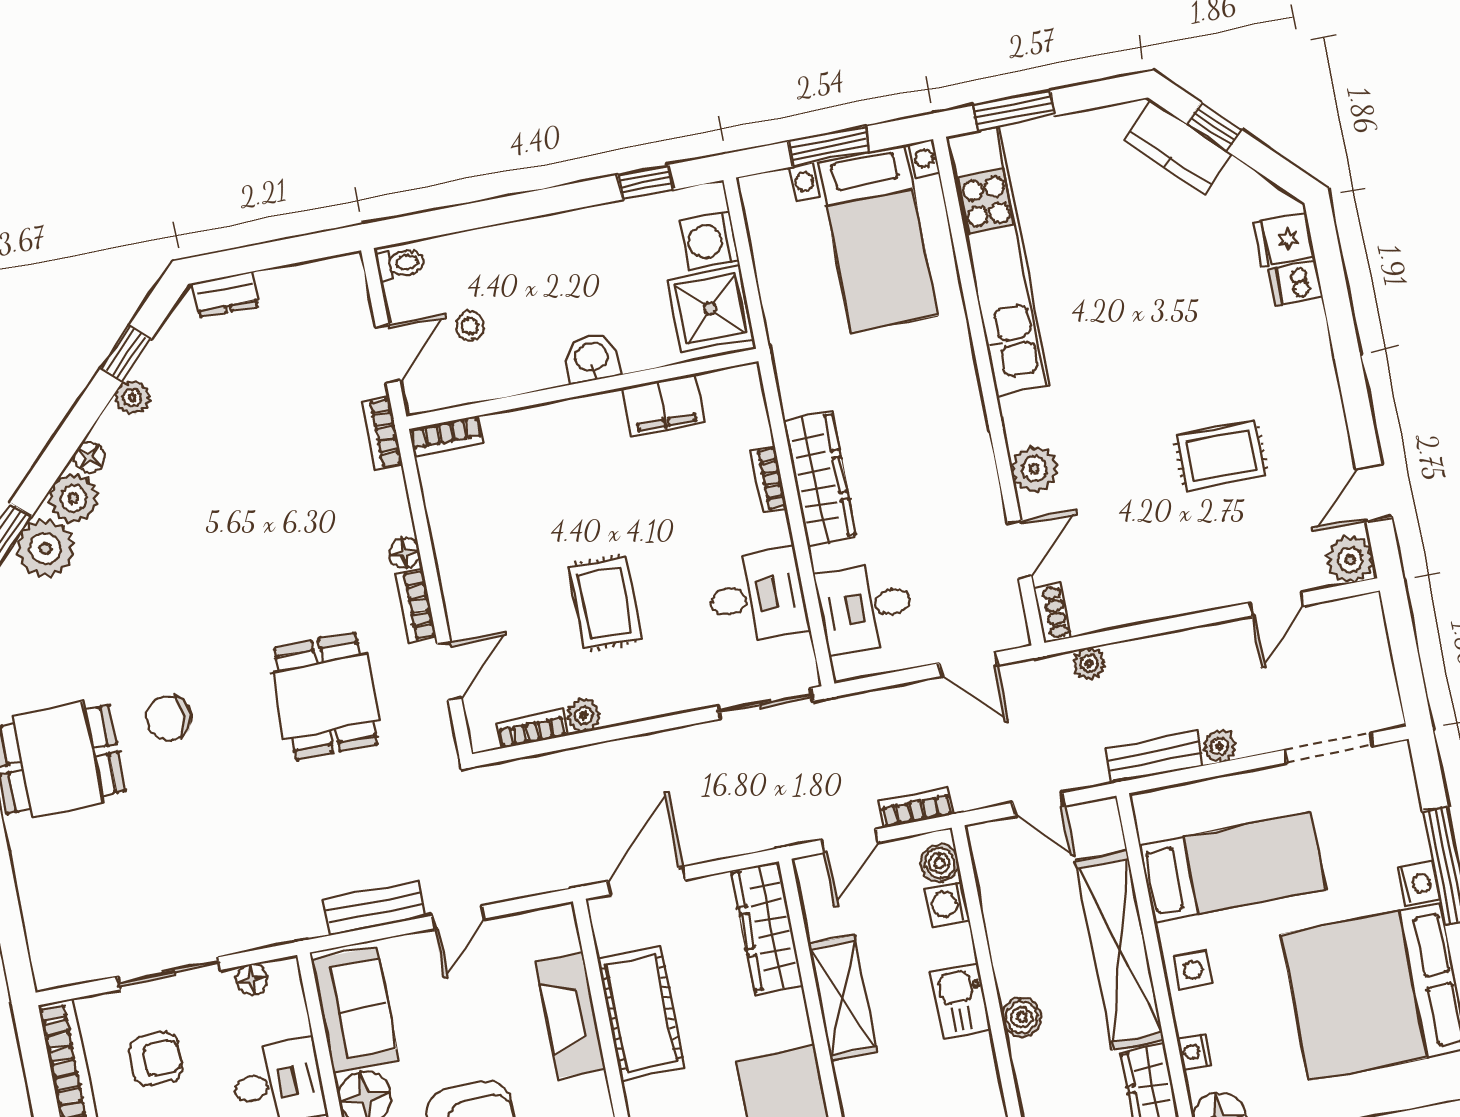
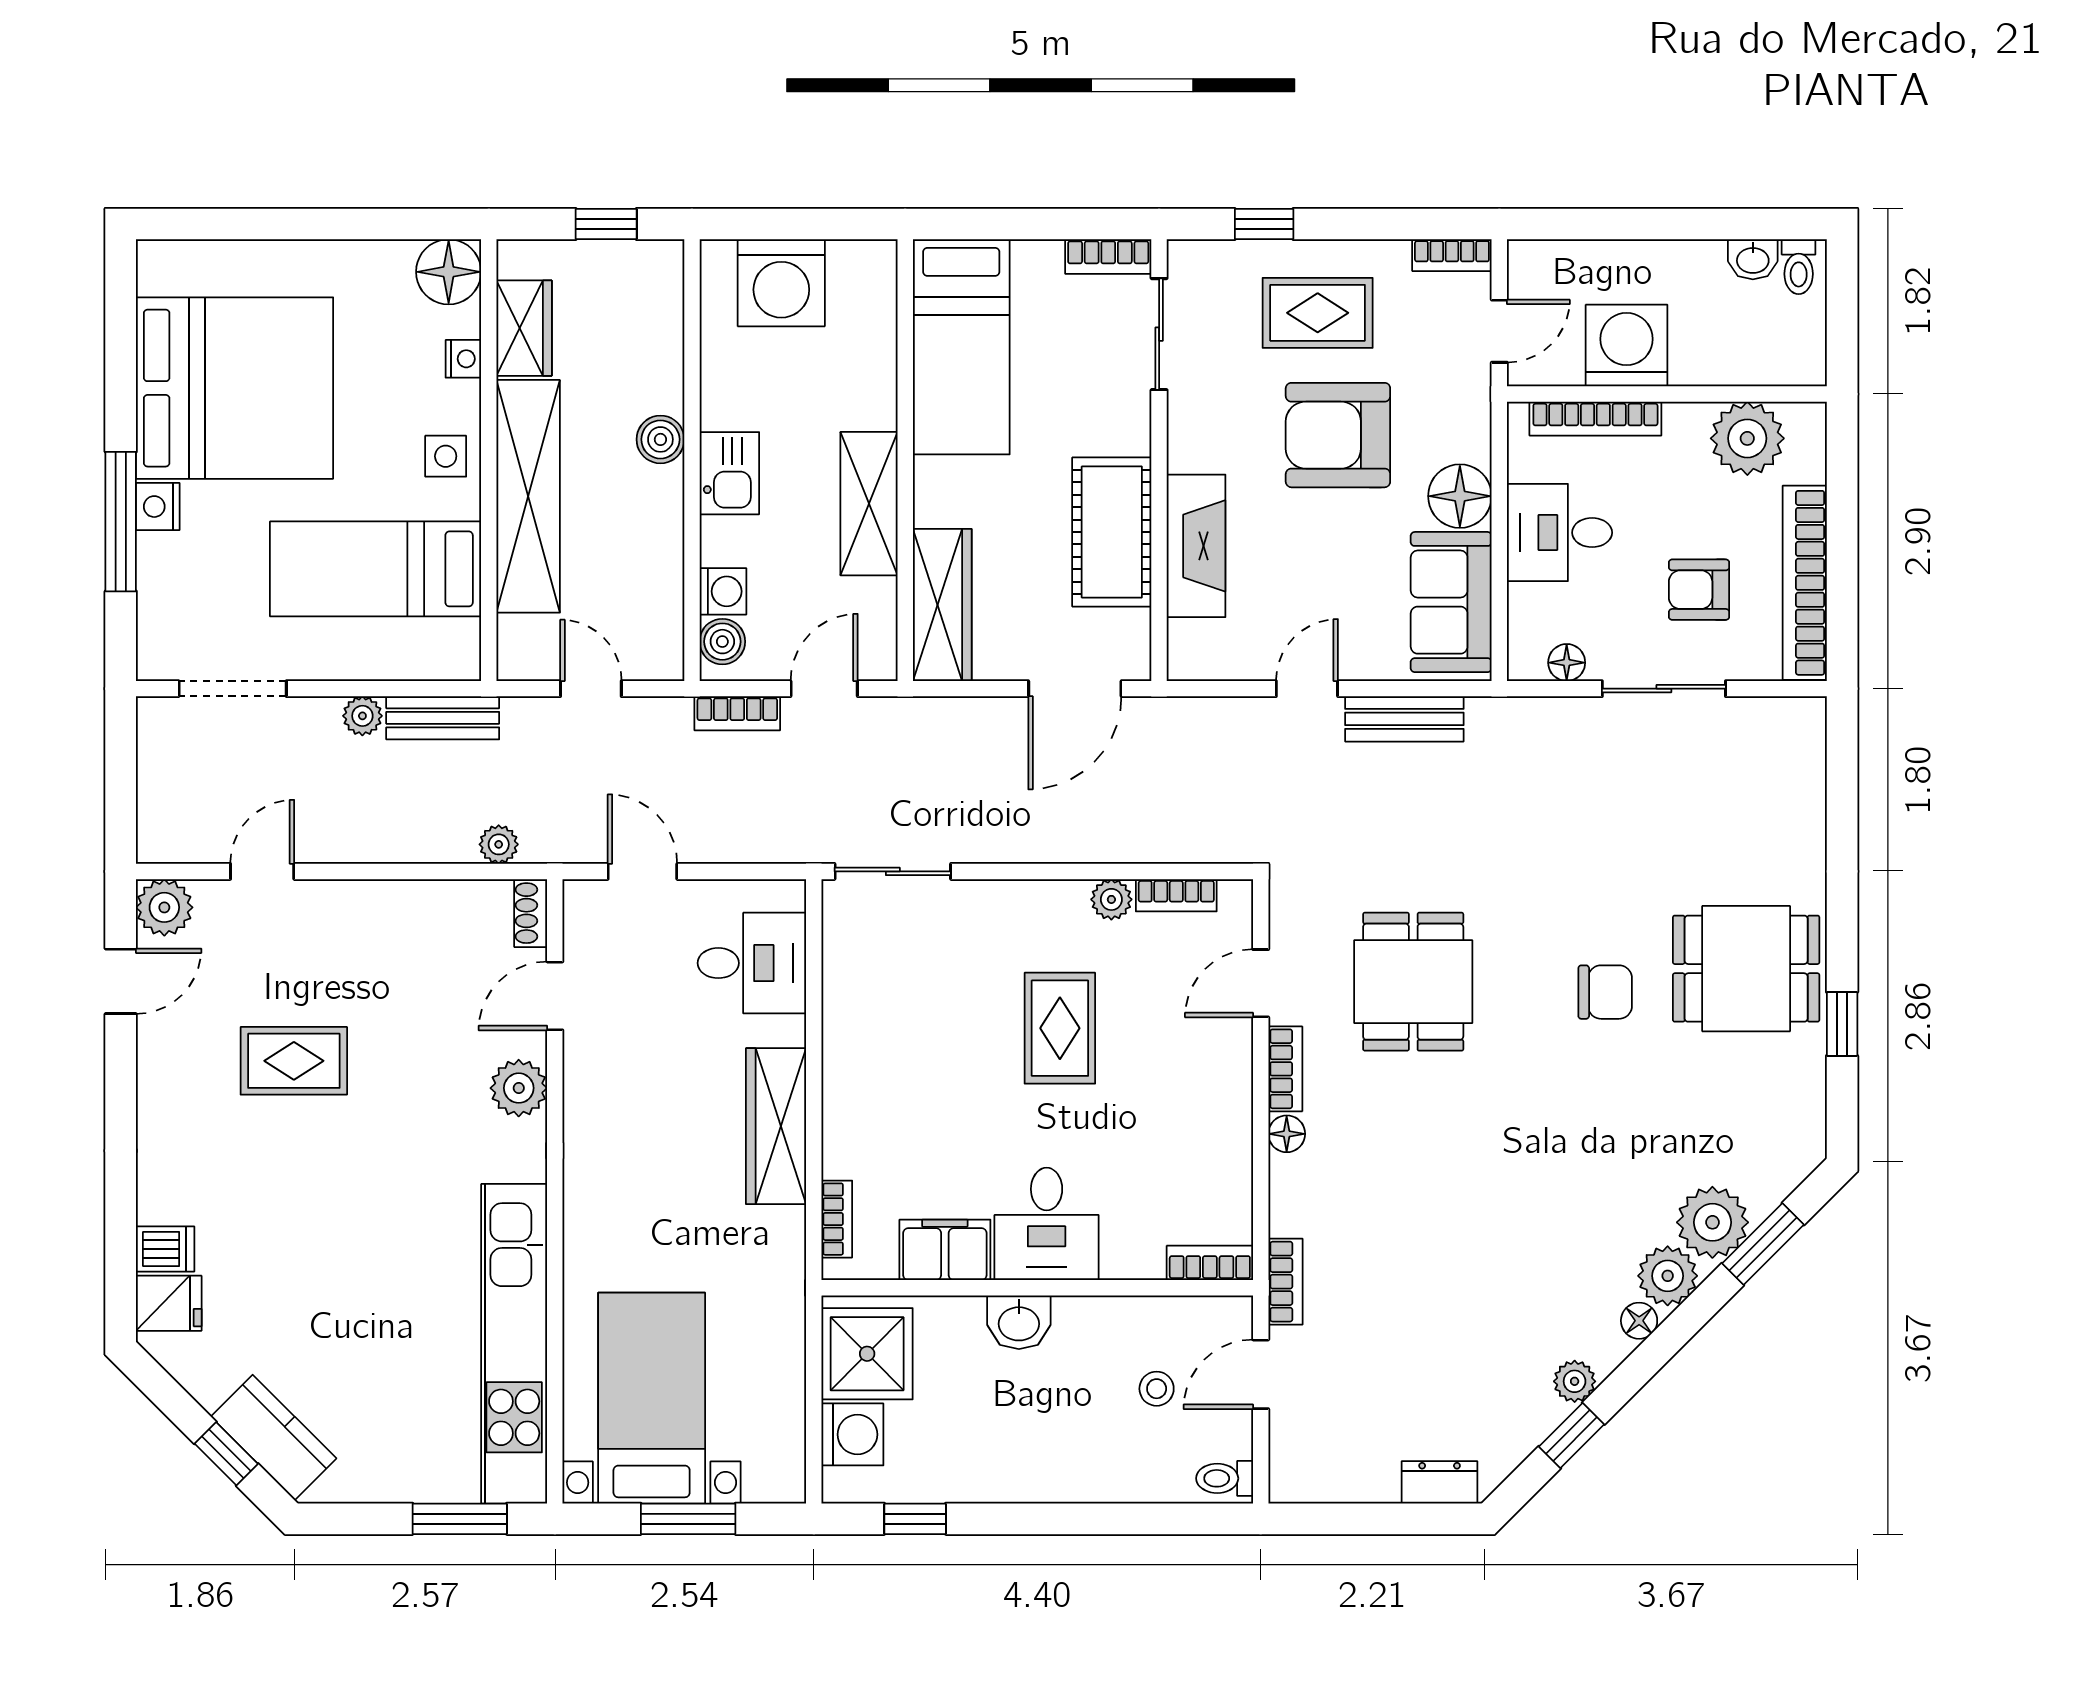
bookcase: (769, 480) -> (837, 1219), moved
desk: (757, 596) -> (1047, 1224), moved, turned -90

